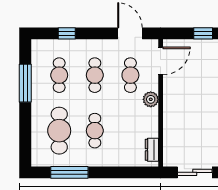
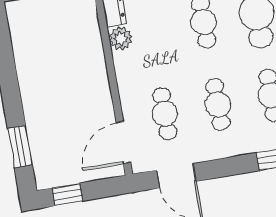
plant: (151, 99) -> (121, 38), moved

